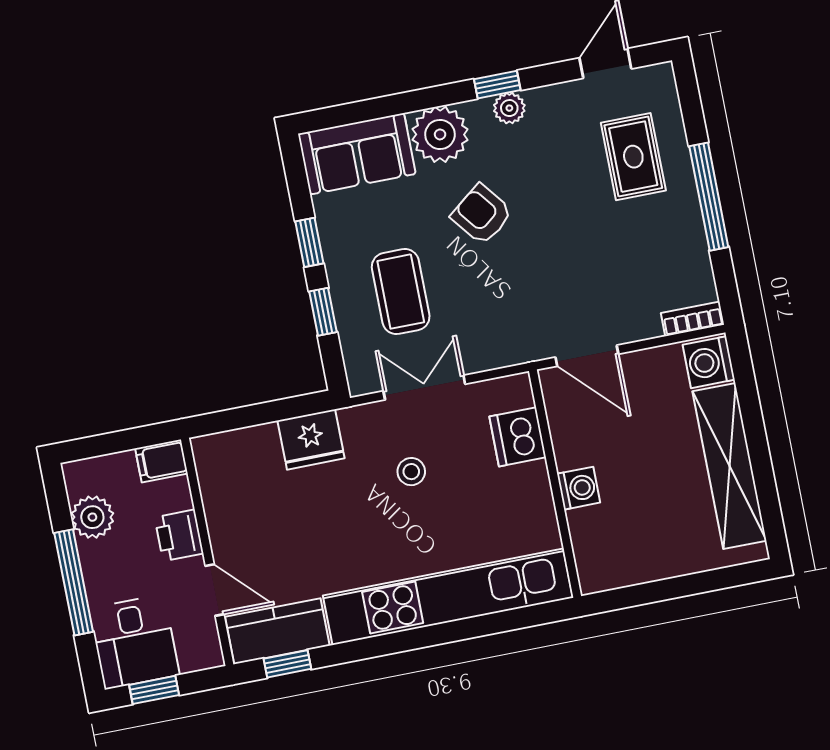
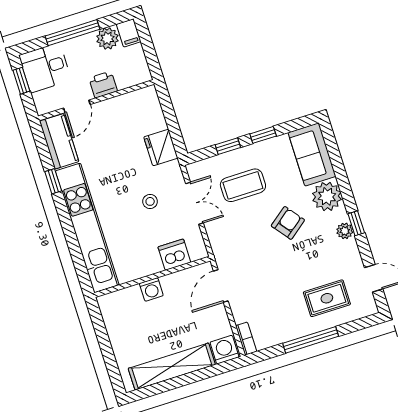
filing cabinet: (162, 461) -> (129, 33), moved, turned 180
window: (287, 664) -> (53, 181), moved

